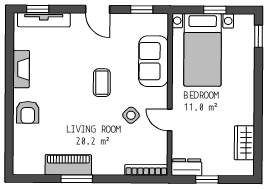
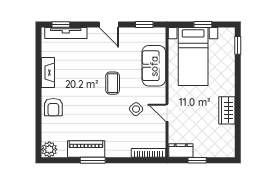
wardrobe: (244, 143) -> (227, 110), moved
plant: (22, 165) -> (49, 149), added

